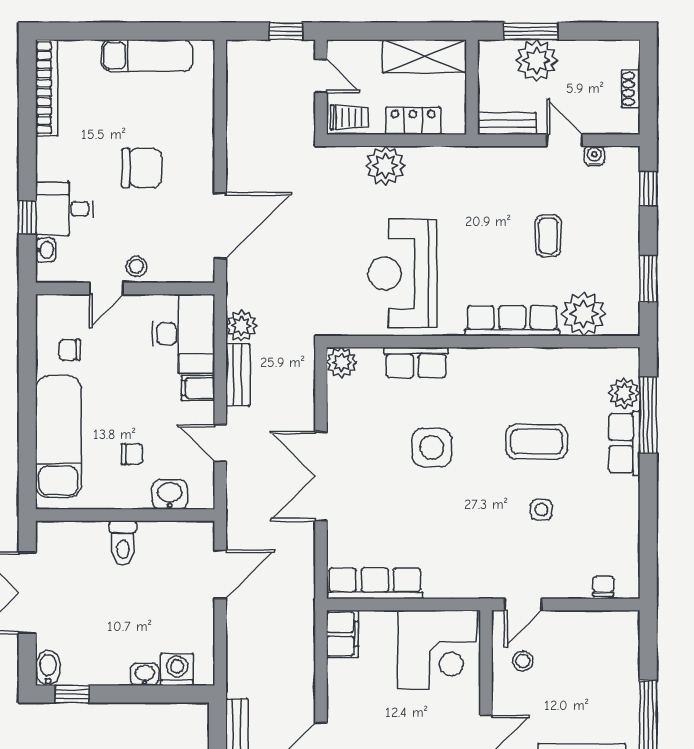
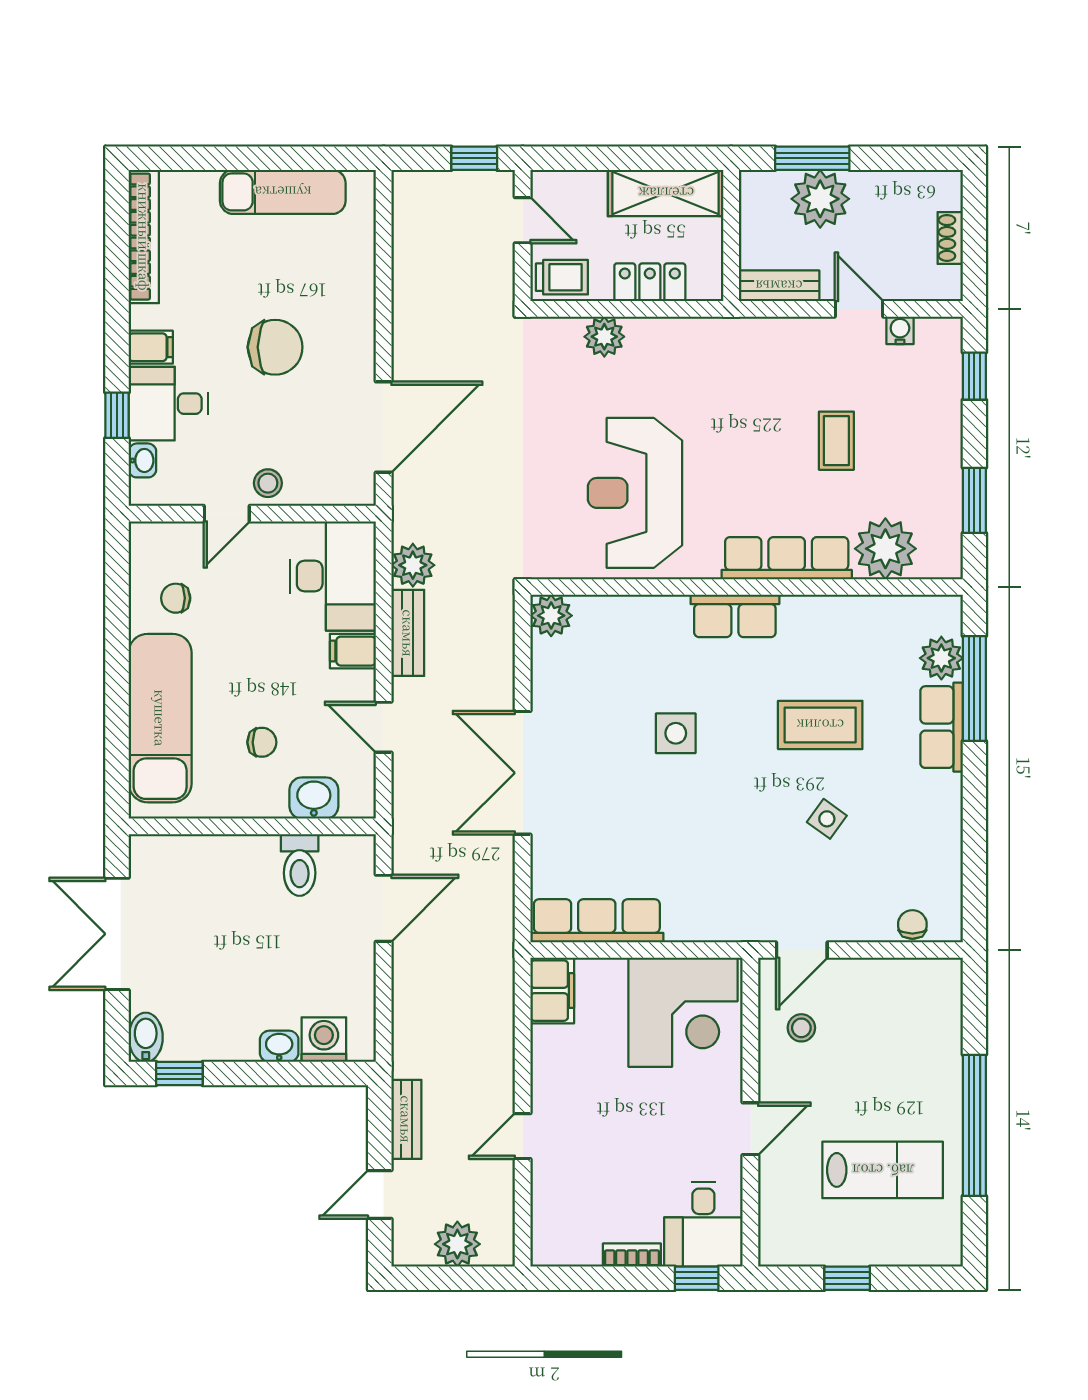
plant: (385, 166) -> (604, 337), width x0.73, depth x0.73
filing cabinet: (52, 168) -> (151, 347), added
row of seats: (416, 363) -> (735, 616), moved
side table: (432, 448) -> (676, 733), width x0.73, depth x0.73
side table: (541, 510) -> (827, 819), turned 36
toilet: (123, 543) -> (300, 865), moved

